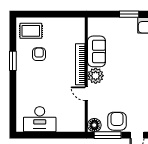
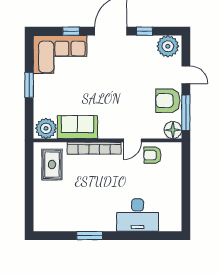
rug: (31, 31) -> (52, 165), moved
armchair: (39, 54) -> (152, 155), moved
plant: (96, 76) -> (46, 128), moved
desk: (40, 119) -> (138, 215), moved, turned 90

